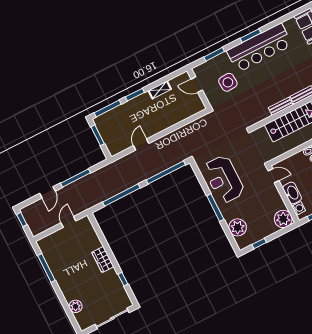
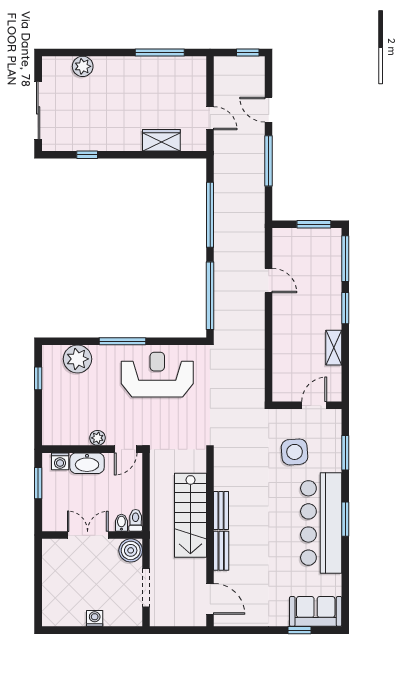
plant: (283, 219) -> (98, 438), moved, width x0.53, depth x0.53
wardrobe: (103, 259) -> (161, 140), moved

